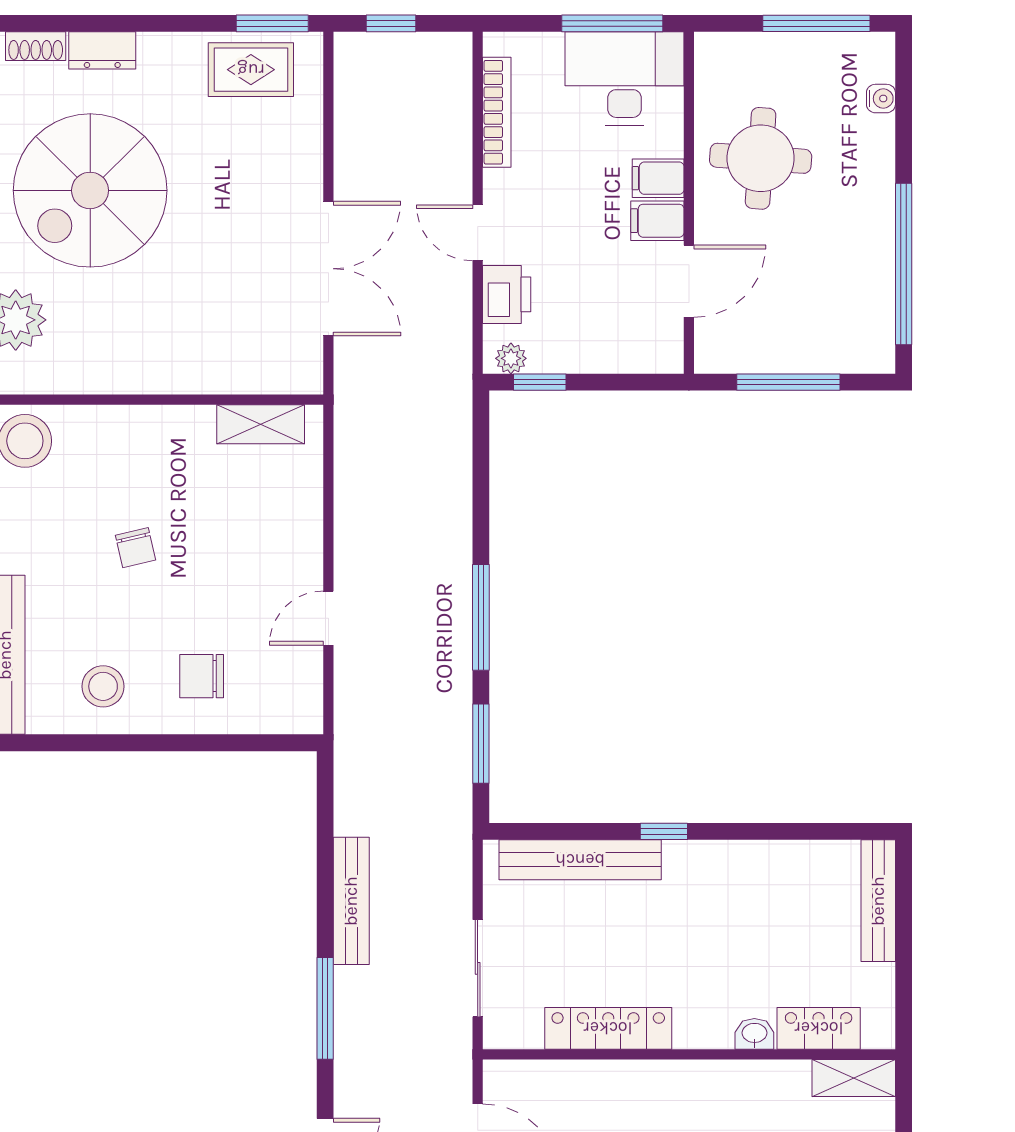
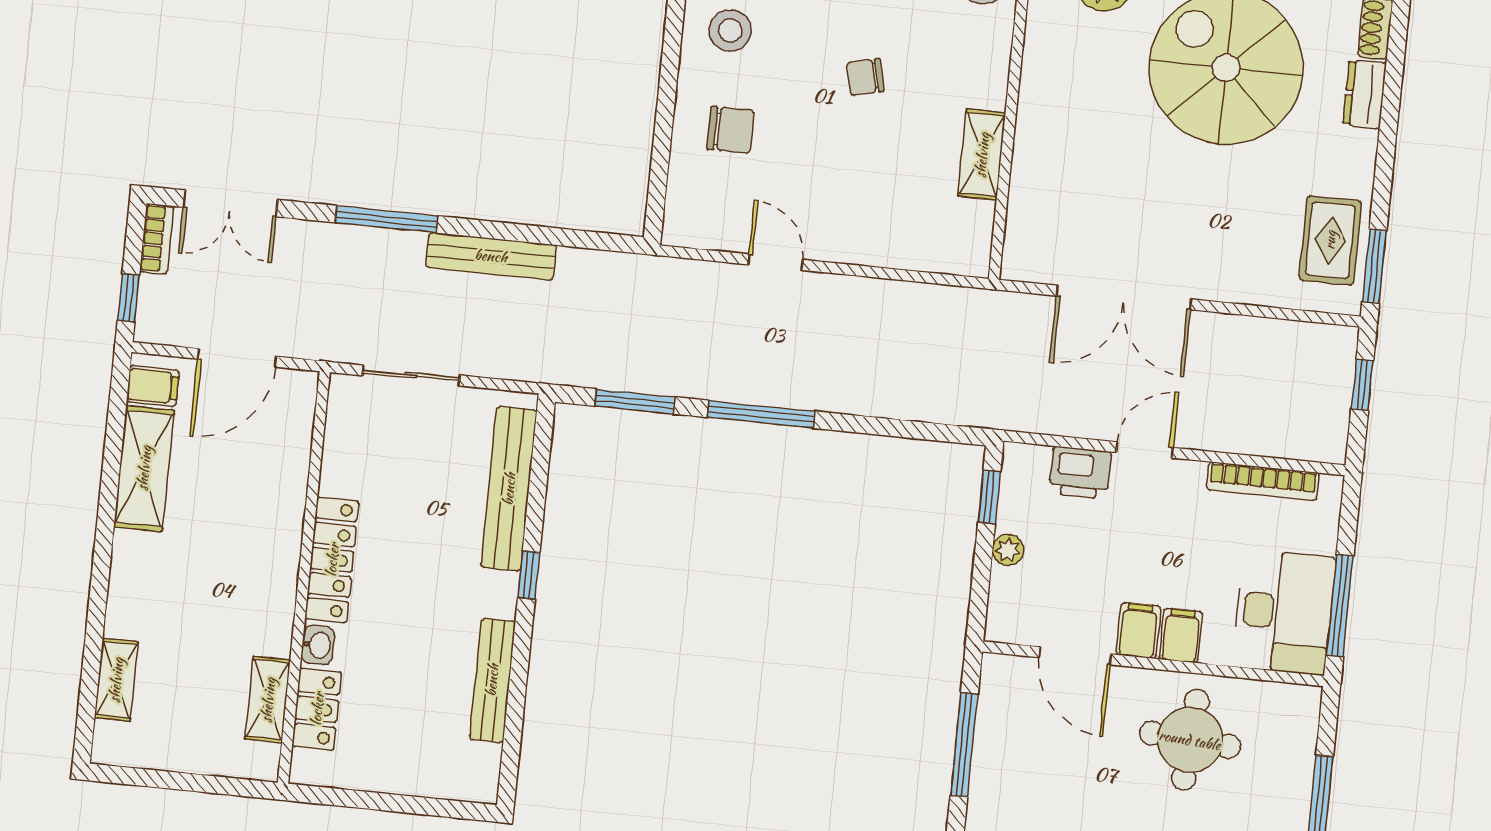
plant: (511, 358) -> (1008, 550), moved
shelving: (261, 424) -> (982, 155), moved
chair: (202, 676) -> (730, 130), turned 90
bench: (878, 901) -> (492, 680), moved, turned 90
locker: (608, 1028) -> (332, 560), moved
shelving: (854, 1078) -> (268, 700), moved

